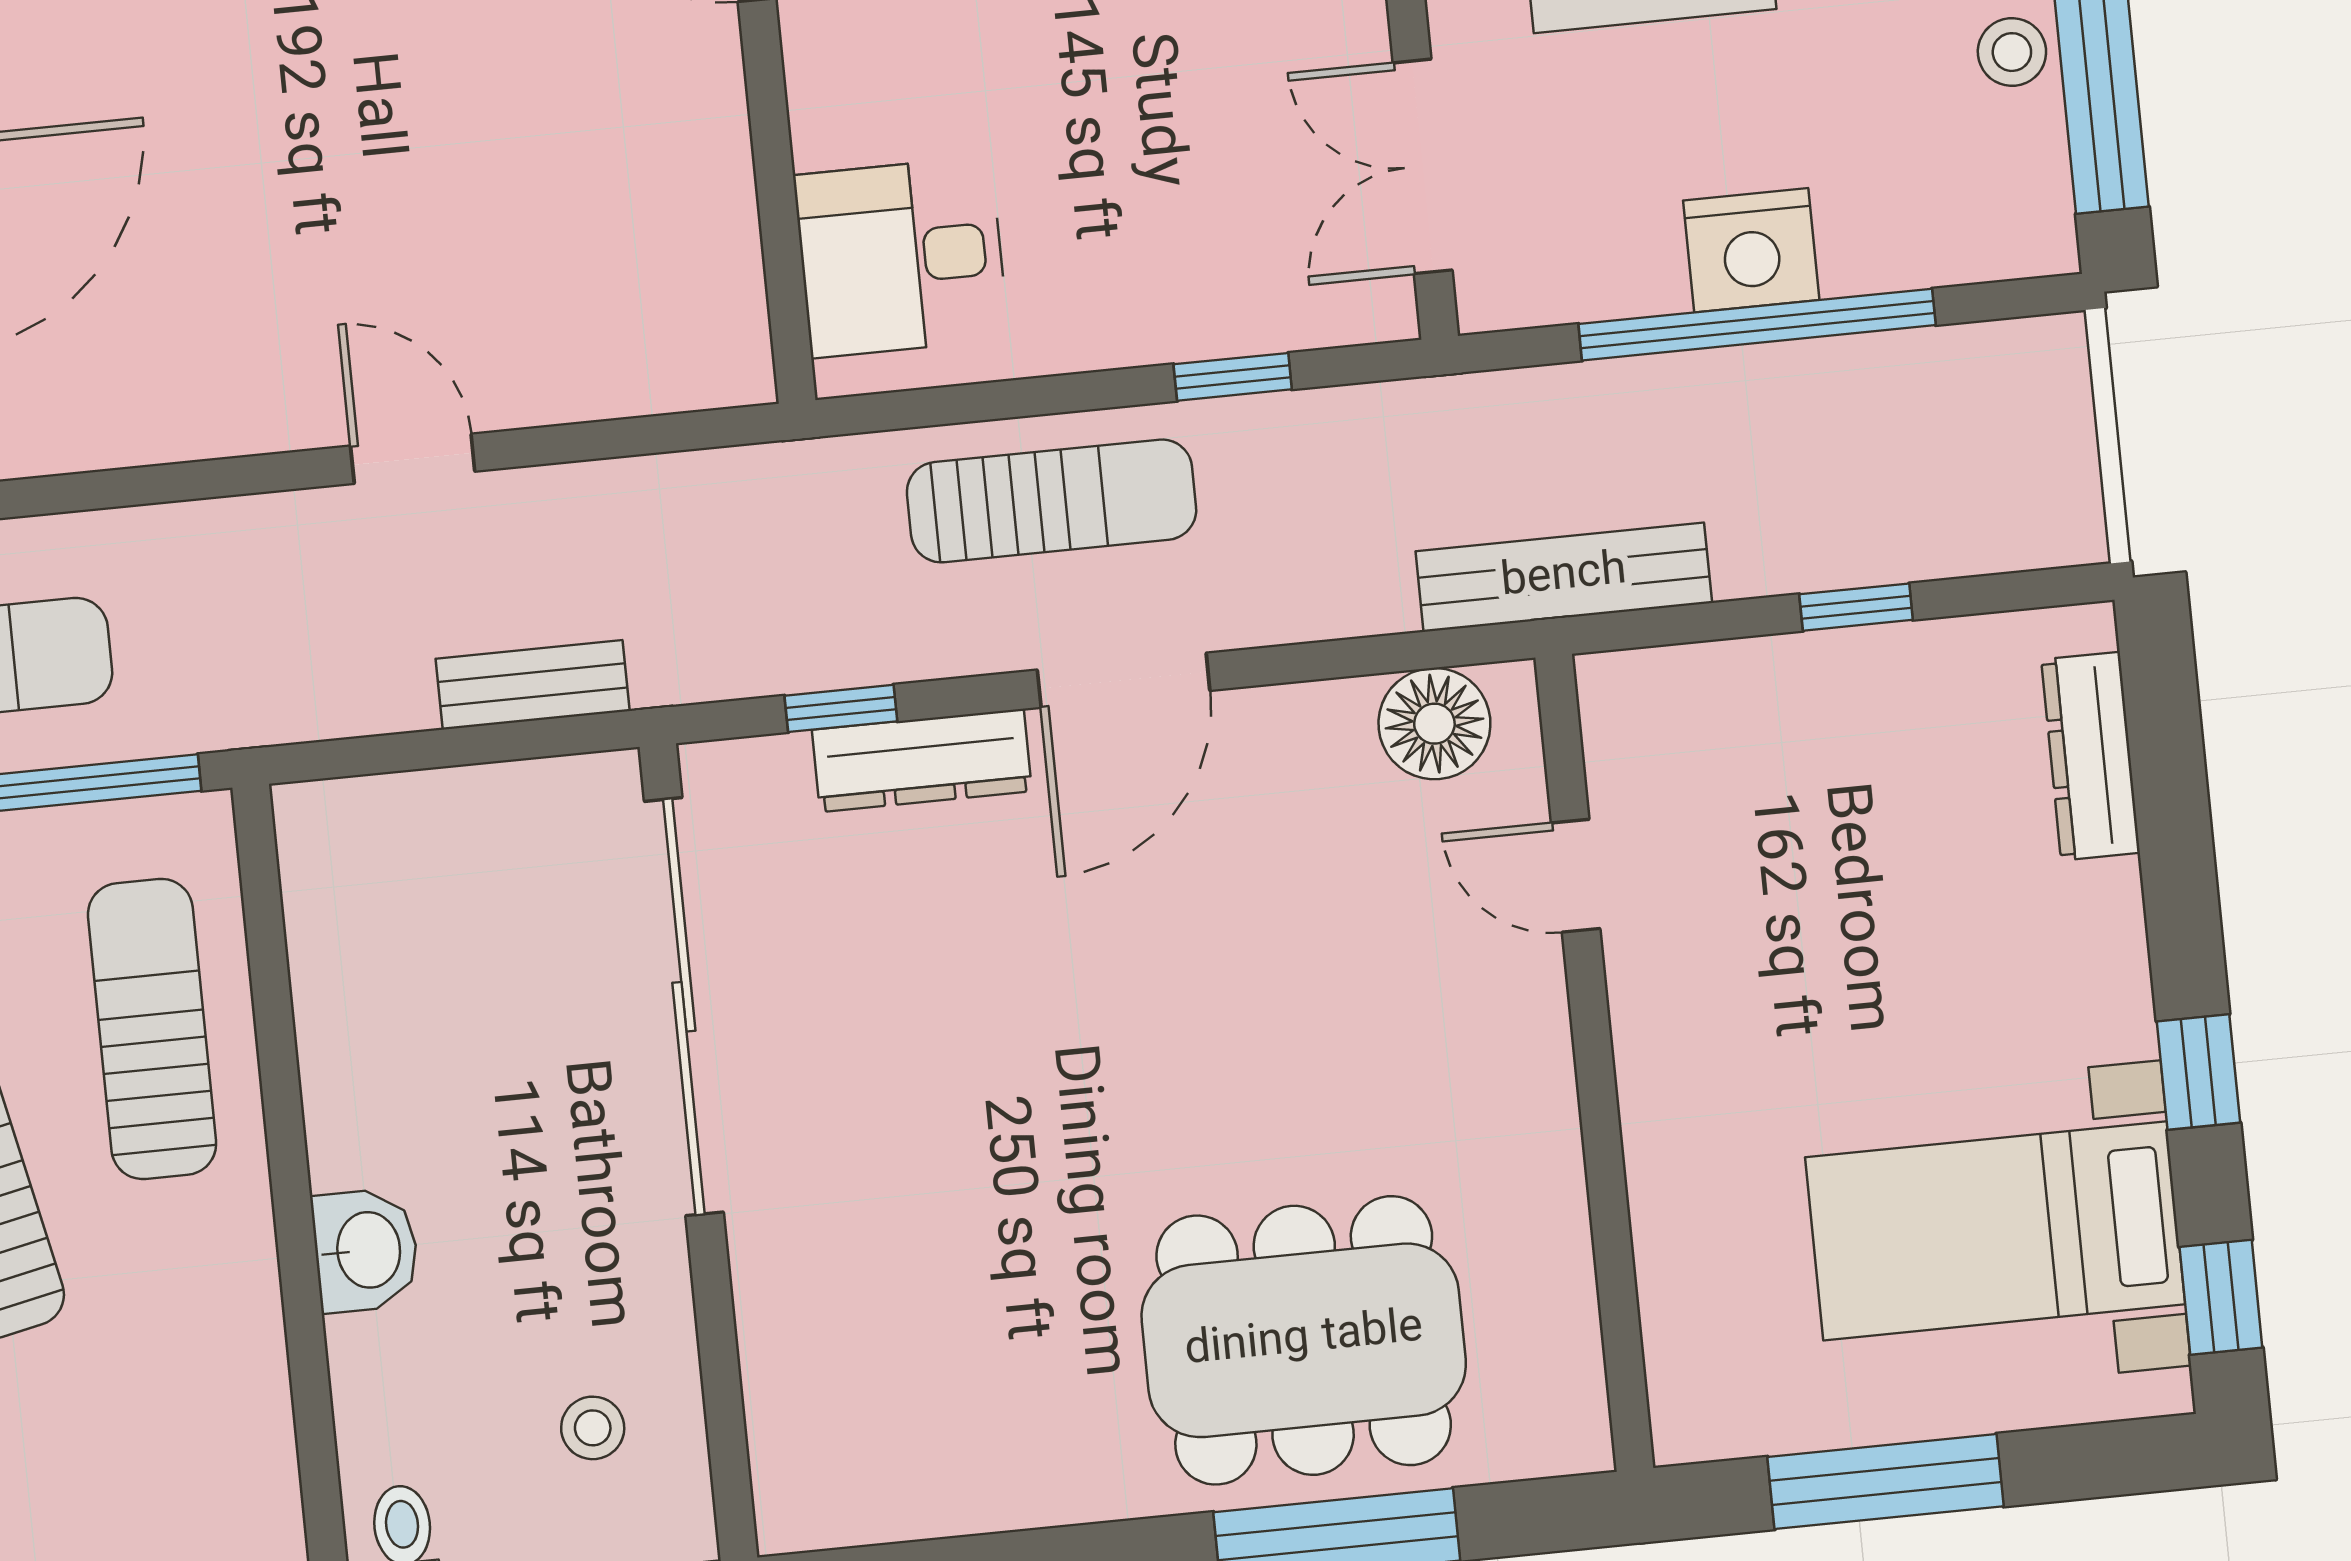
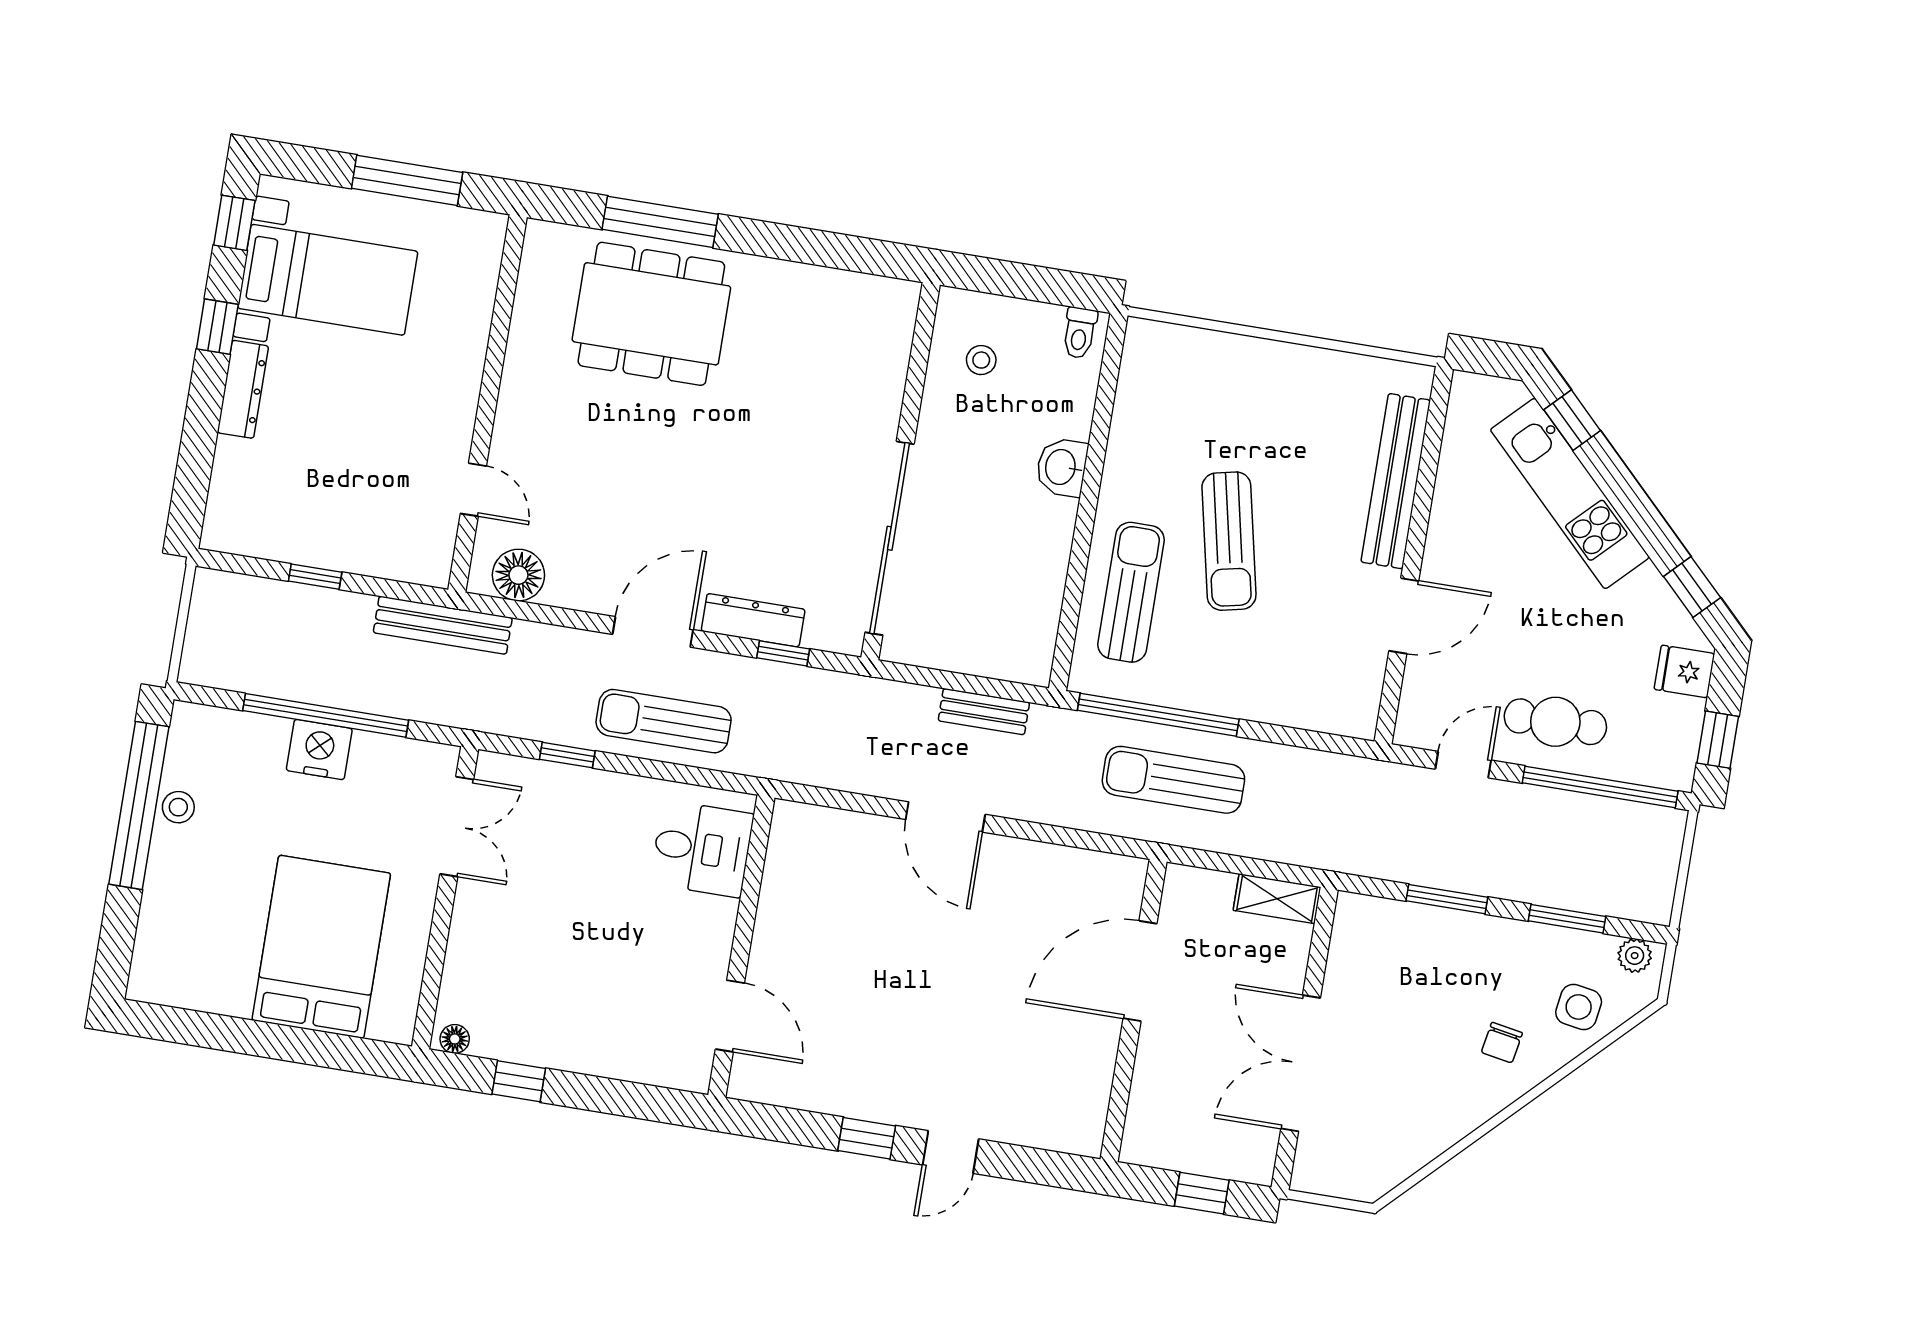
door: (413, 459) -> (945, 817), width x1.38
bench: (533, 685) -> (984, 712), moved
dresser: (2091, 756) -> (243, 389), moved
sun lounger: (152, 1029) -> (1131, 592), turned 180

